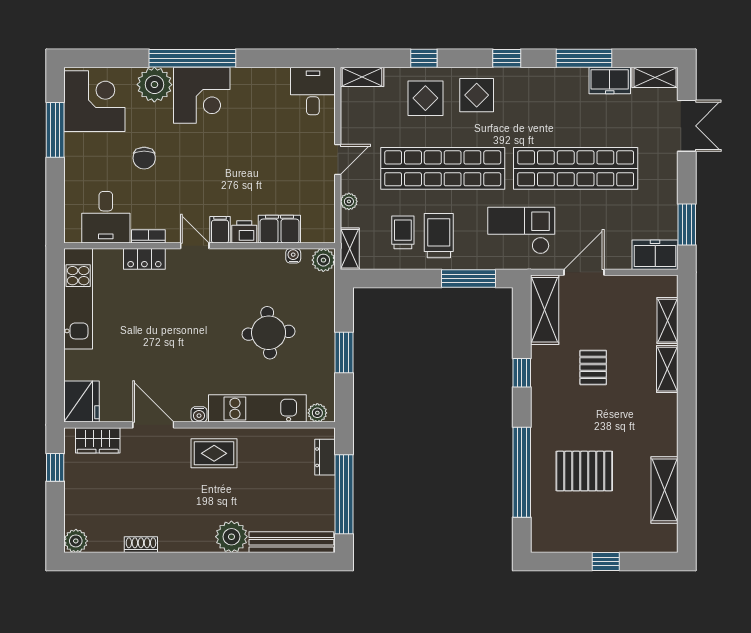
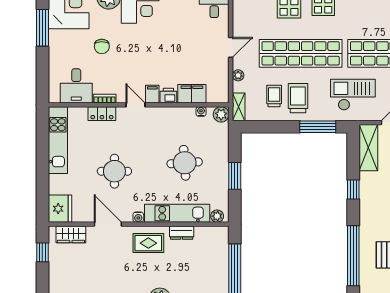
round table: (163, 345) -> (114, 171), added
dresser: (325, 457) -> (182, 233), moved, turned -90

